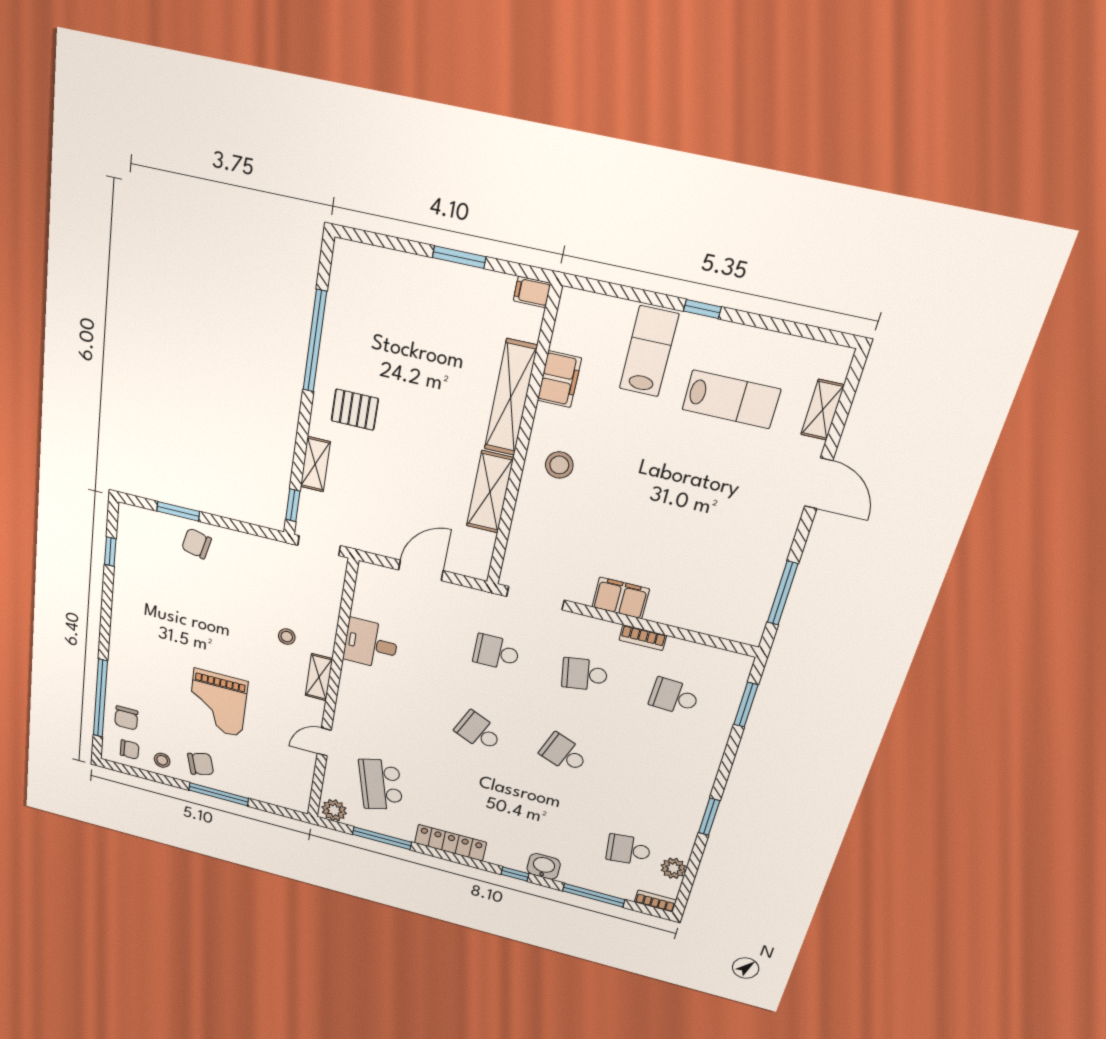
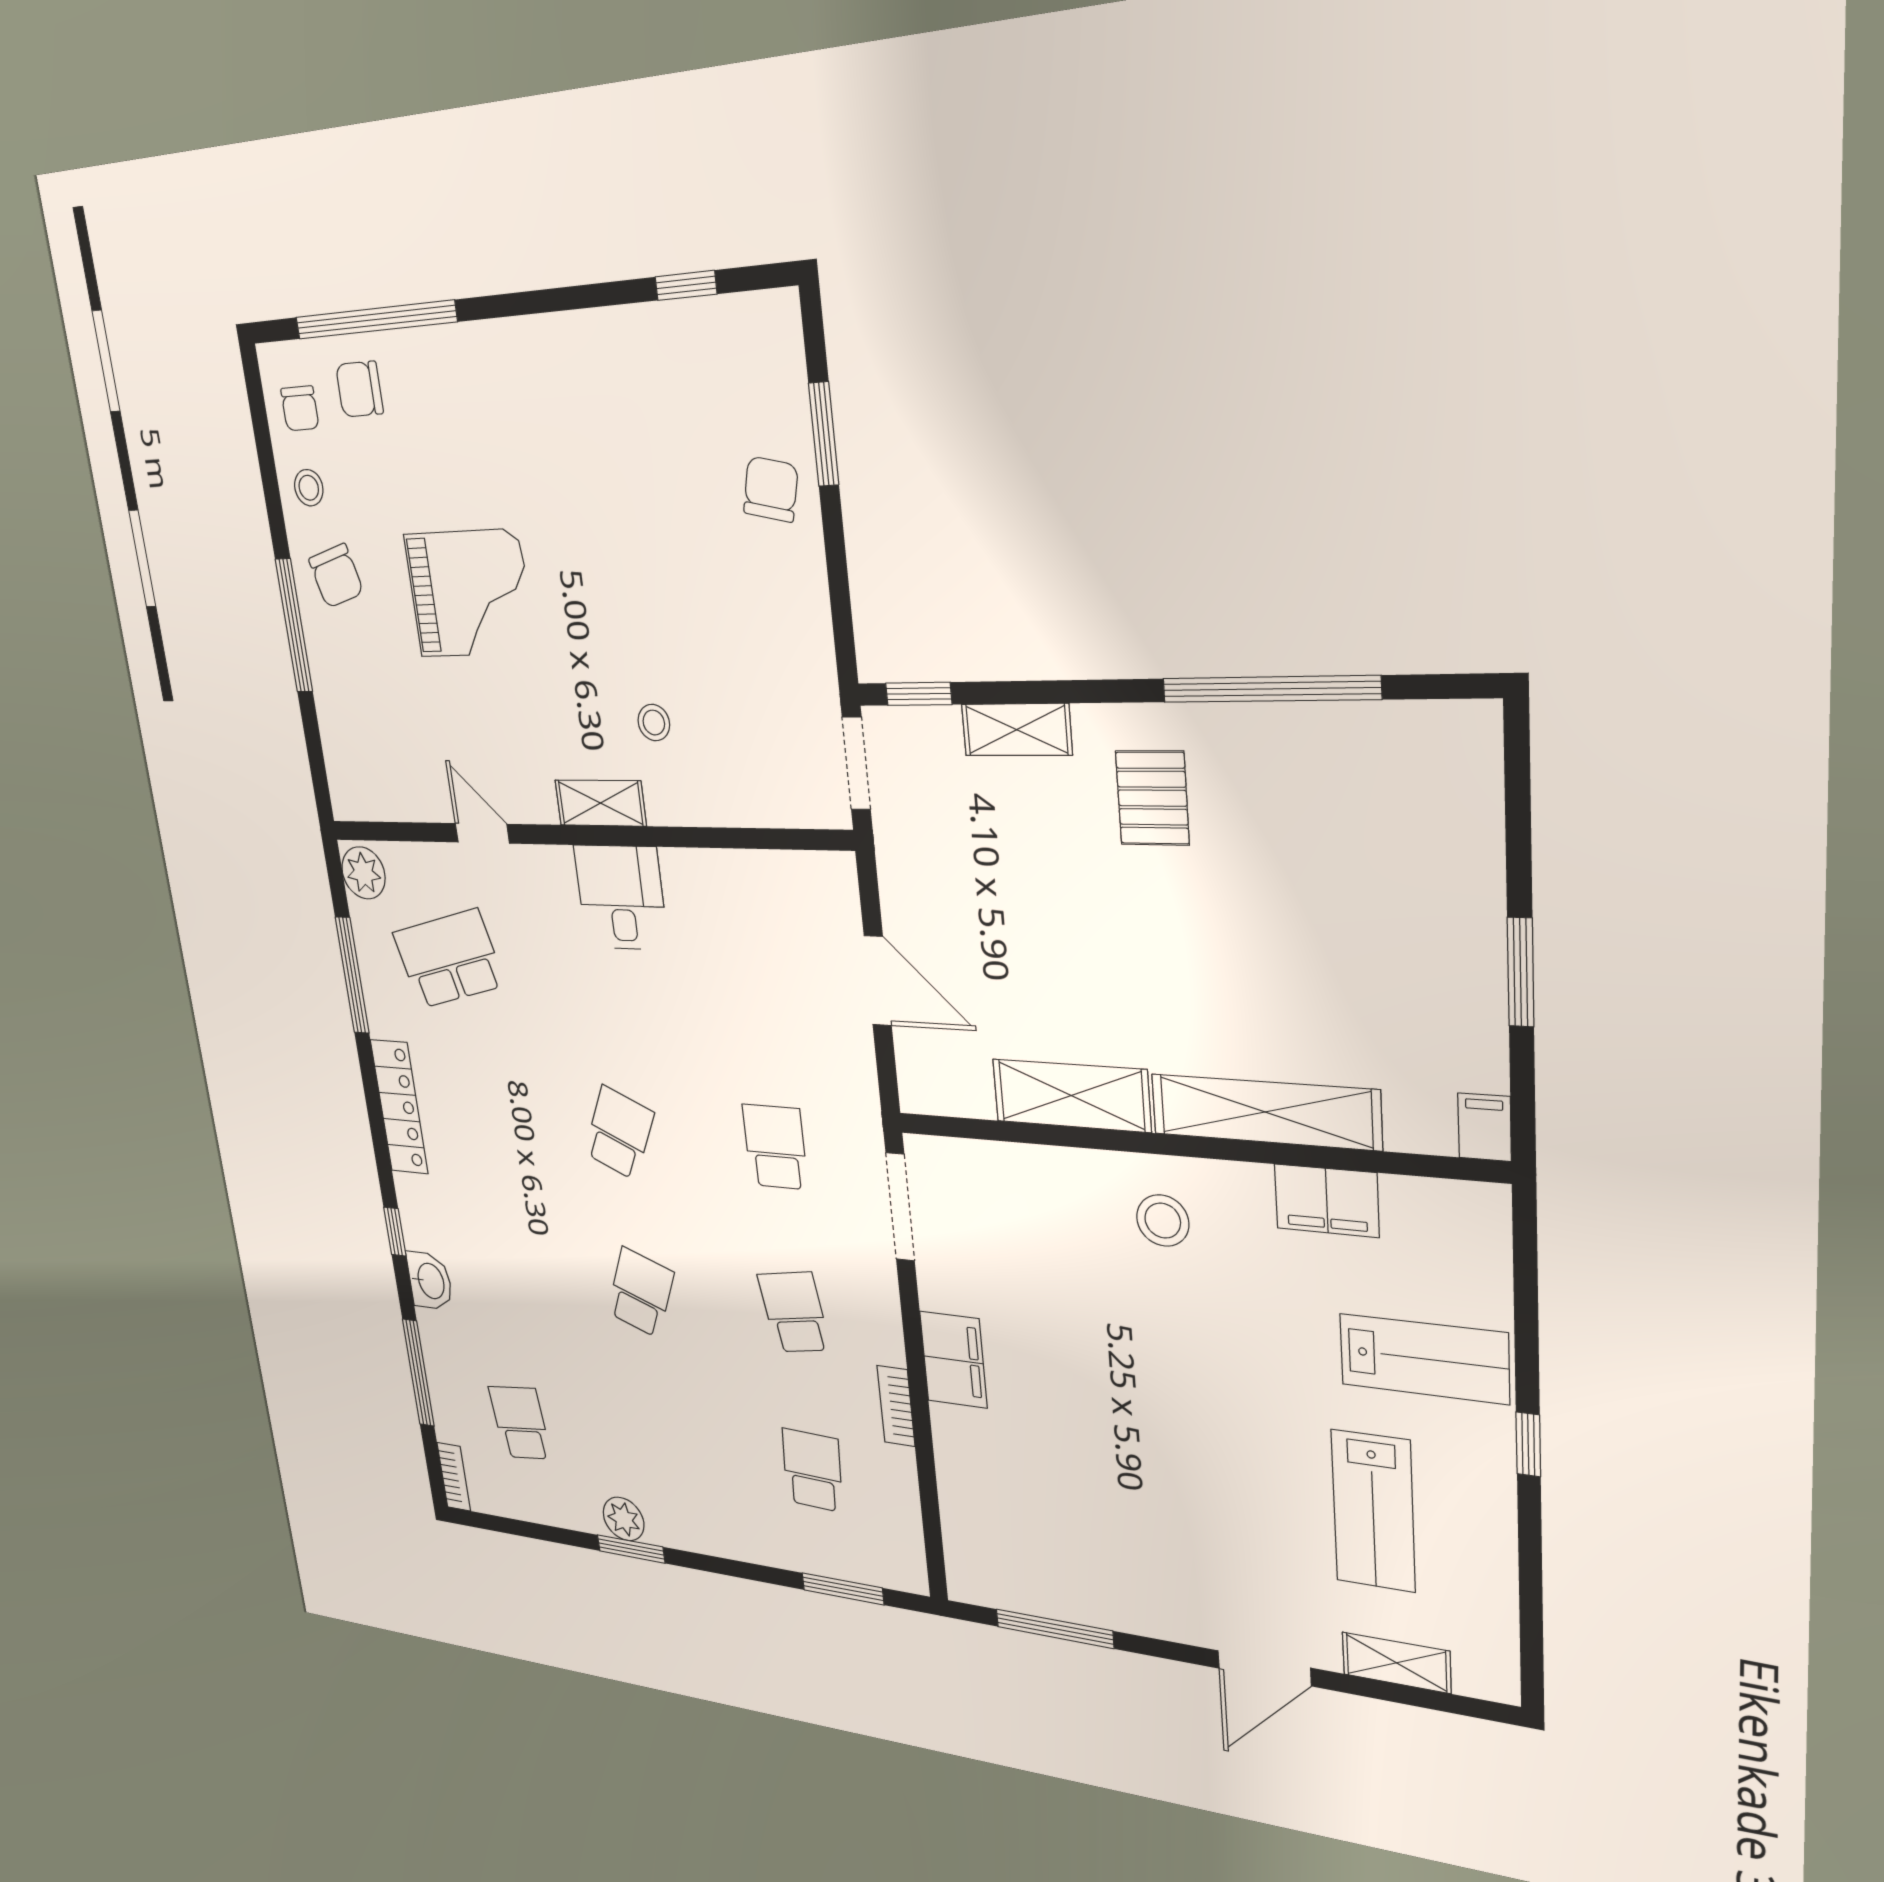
desk: (371, 644) -> (621, 898), moved
grand piano: (218, 703) -> (469, 594), turned 180
plant: (673, 868) -> (624, 1519), moved

